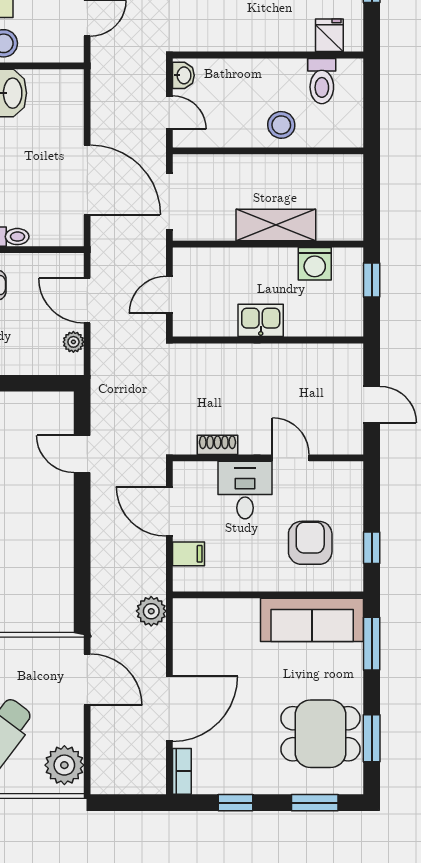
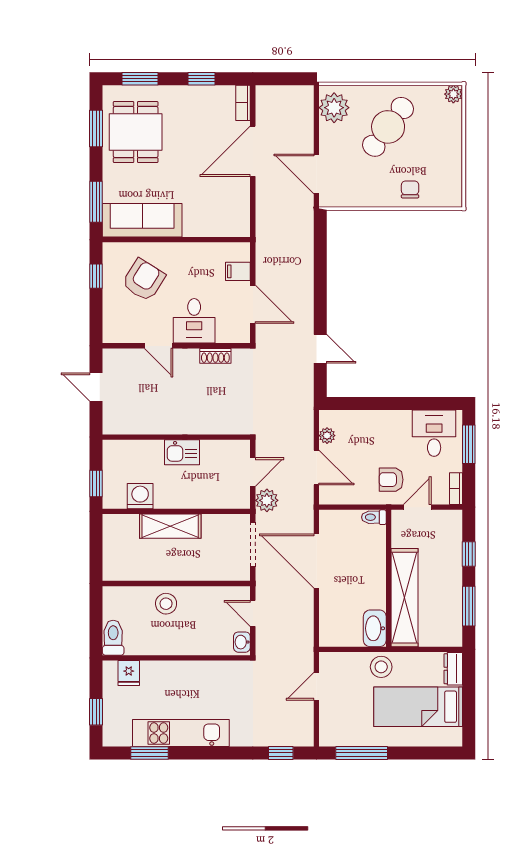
toilet: (322, 81) -> (113, 638), moved
armchair: (310, 543) -> (144, 280), turned -148
plant: (151, 611) -> (267, 500), moved
dining table: (321, 734) -> (136, 132), turned 90

